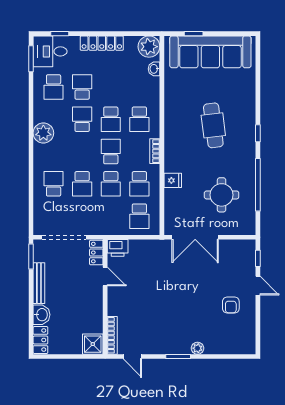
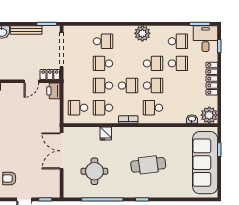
school desk: (54, 87) -> (178, 41), turned 180
school desk: (111, 119) -> (153, 86), turned 180

